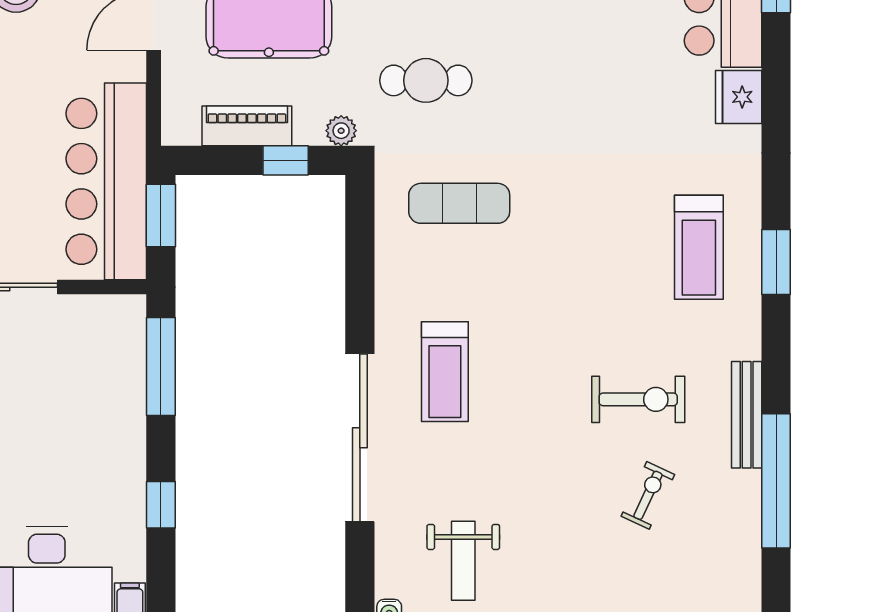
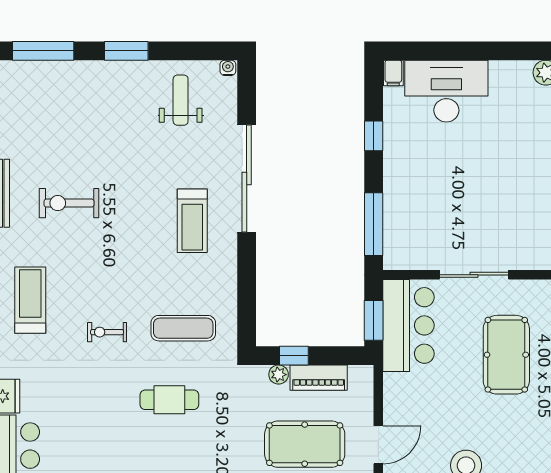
cafe table: (426, 80) -> (169, 400), moved
plant: (341, 131) -> (279, 375), moved
bar counter: (106, 181) -> (408, 325), width x0.73
treadmill: (445, 372) -> (192, 221), turned 180
exercise bike: (648, 495) -> (107, 332), moved, turned 65

